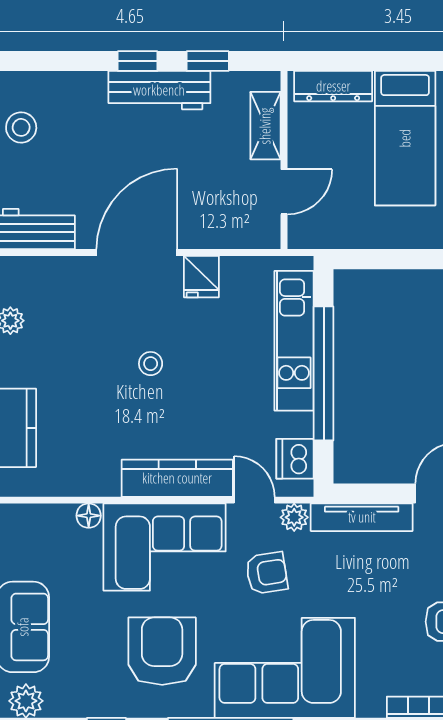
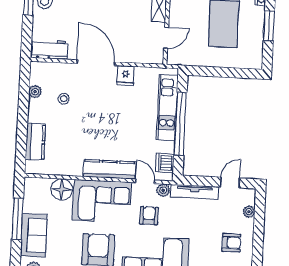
door: (137, 253) -> (96, 63), hinge flipped
stool: (151, 364) -> (64, 99), moved
floor lamp: (89, 516) -> (62, 189), width x1.89, depth x1.89
armchair: (267, 573) -> (149, 216), turned -81

